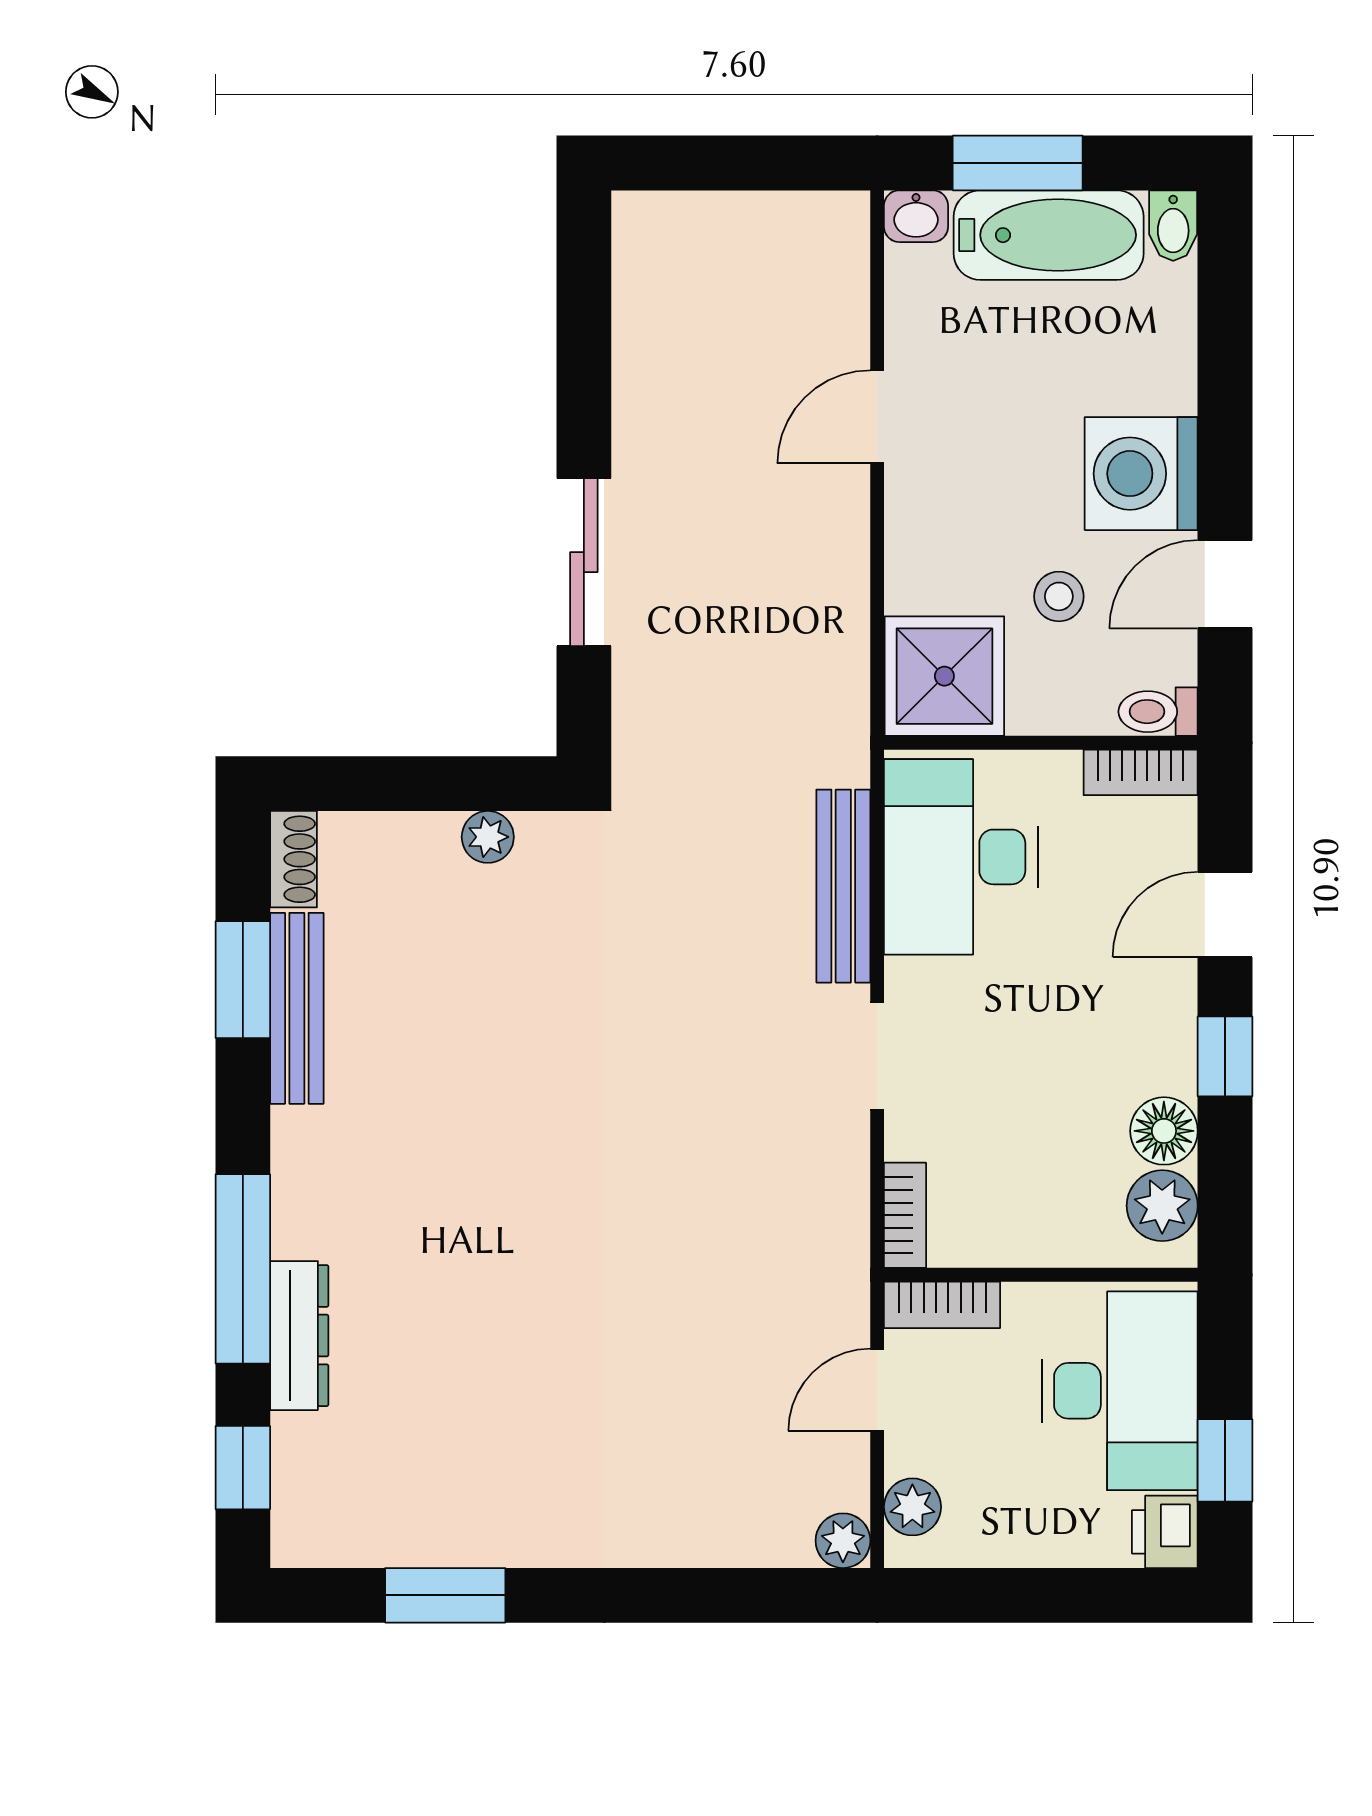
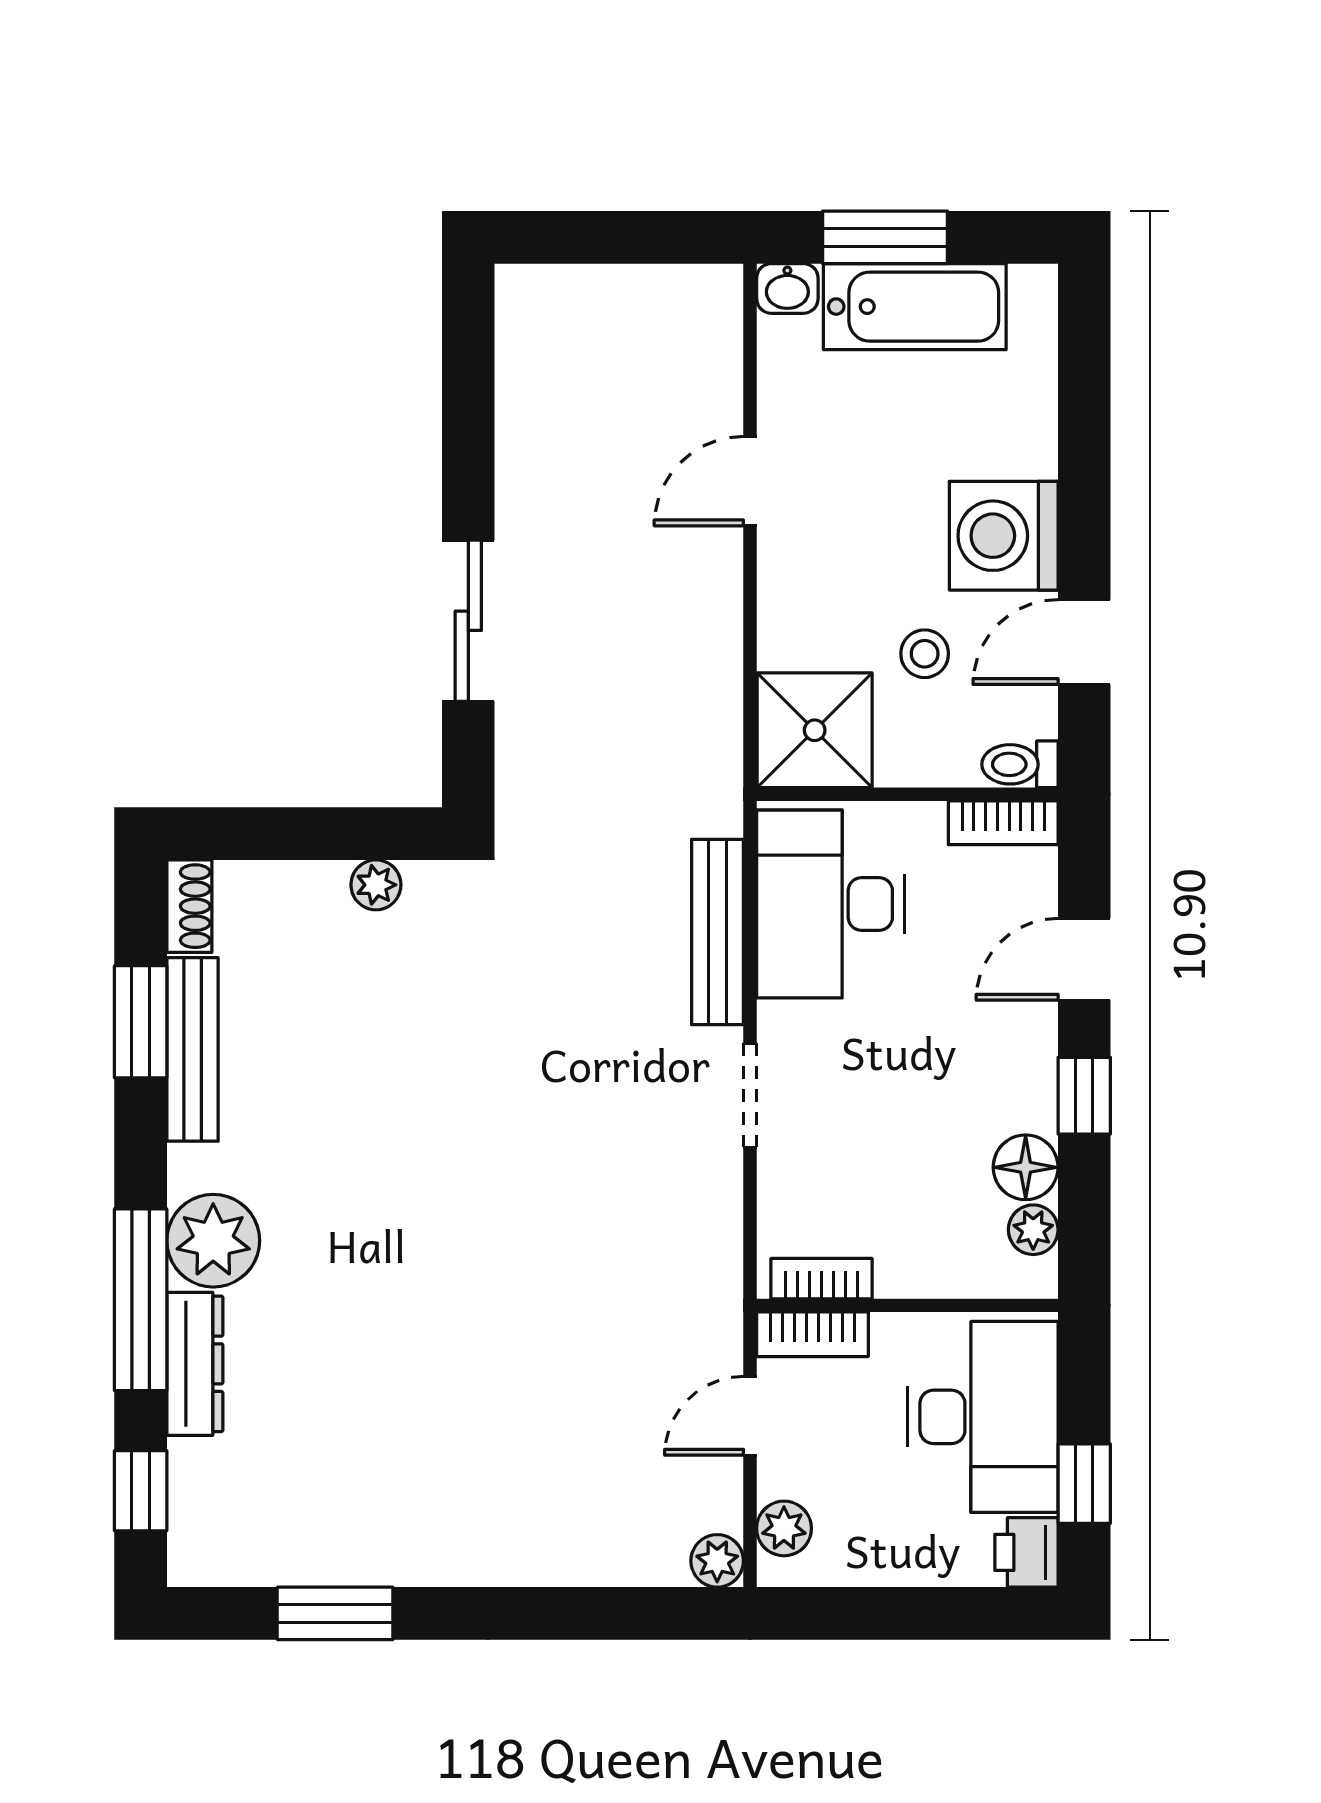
bidet: (1173, 226) -> (1034, 297), removed
plant: (1162, 1206) -> (1033, 1230), width x0.73, depth x0.73
plant: (318, 1207) -> (213, 1241), added
bookcase: (905, 1215) -> (822, 1279), moved, turned -90

